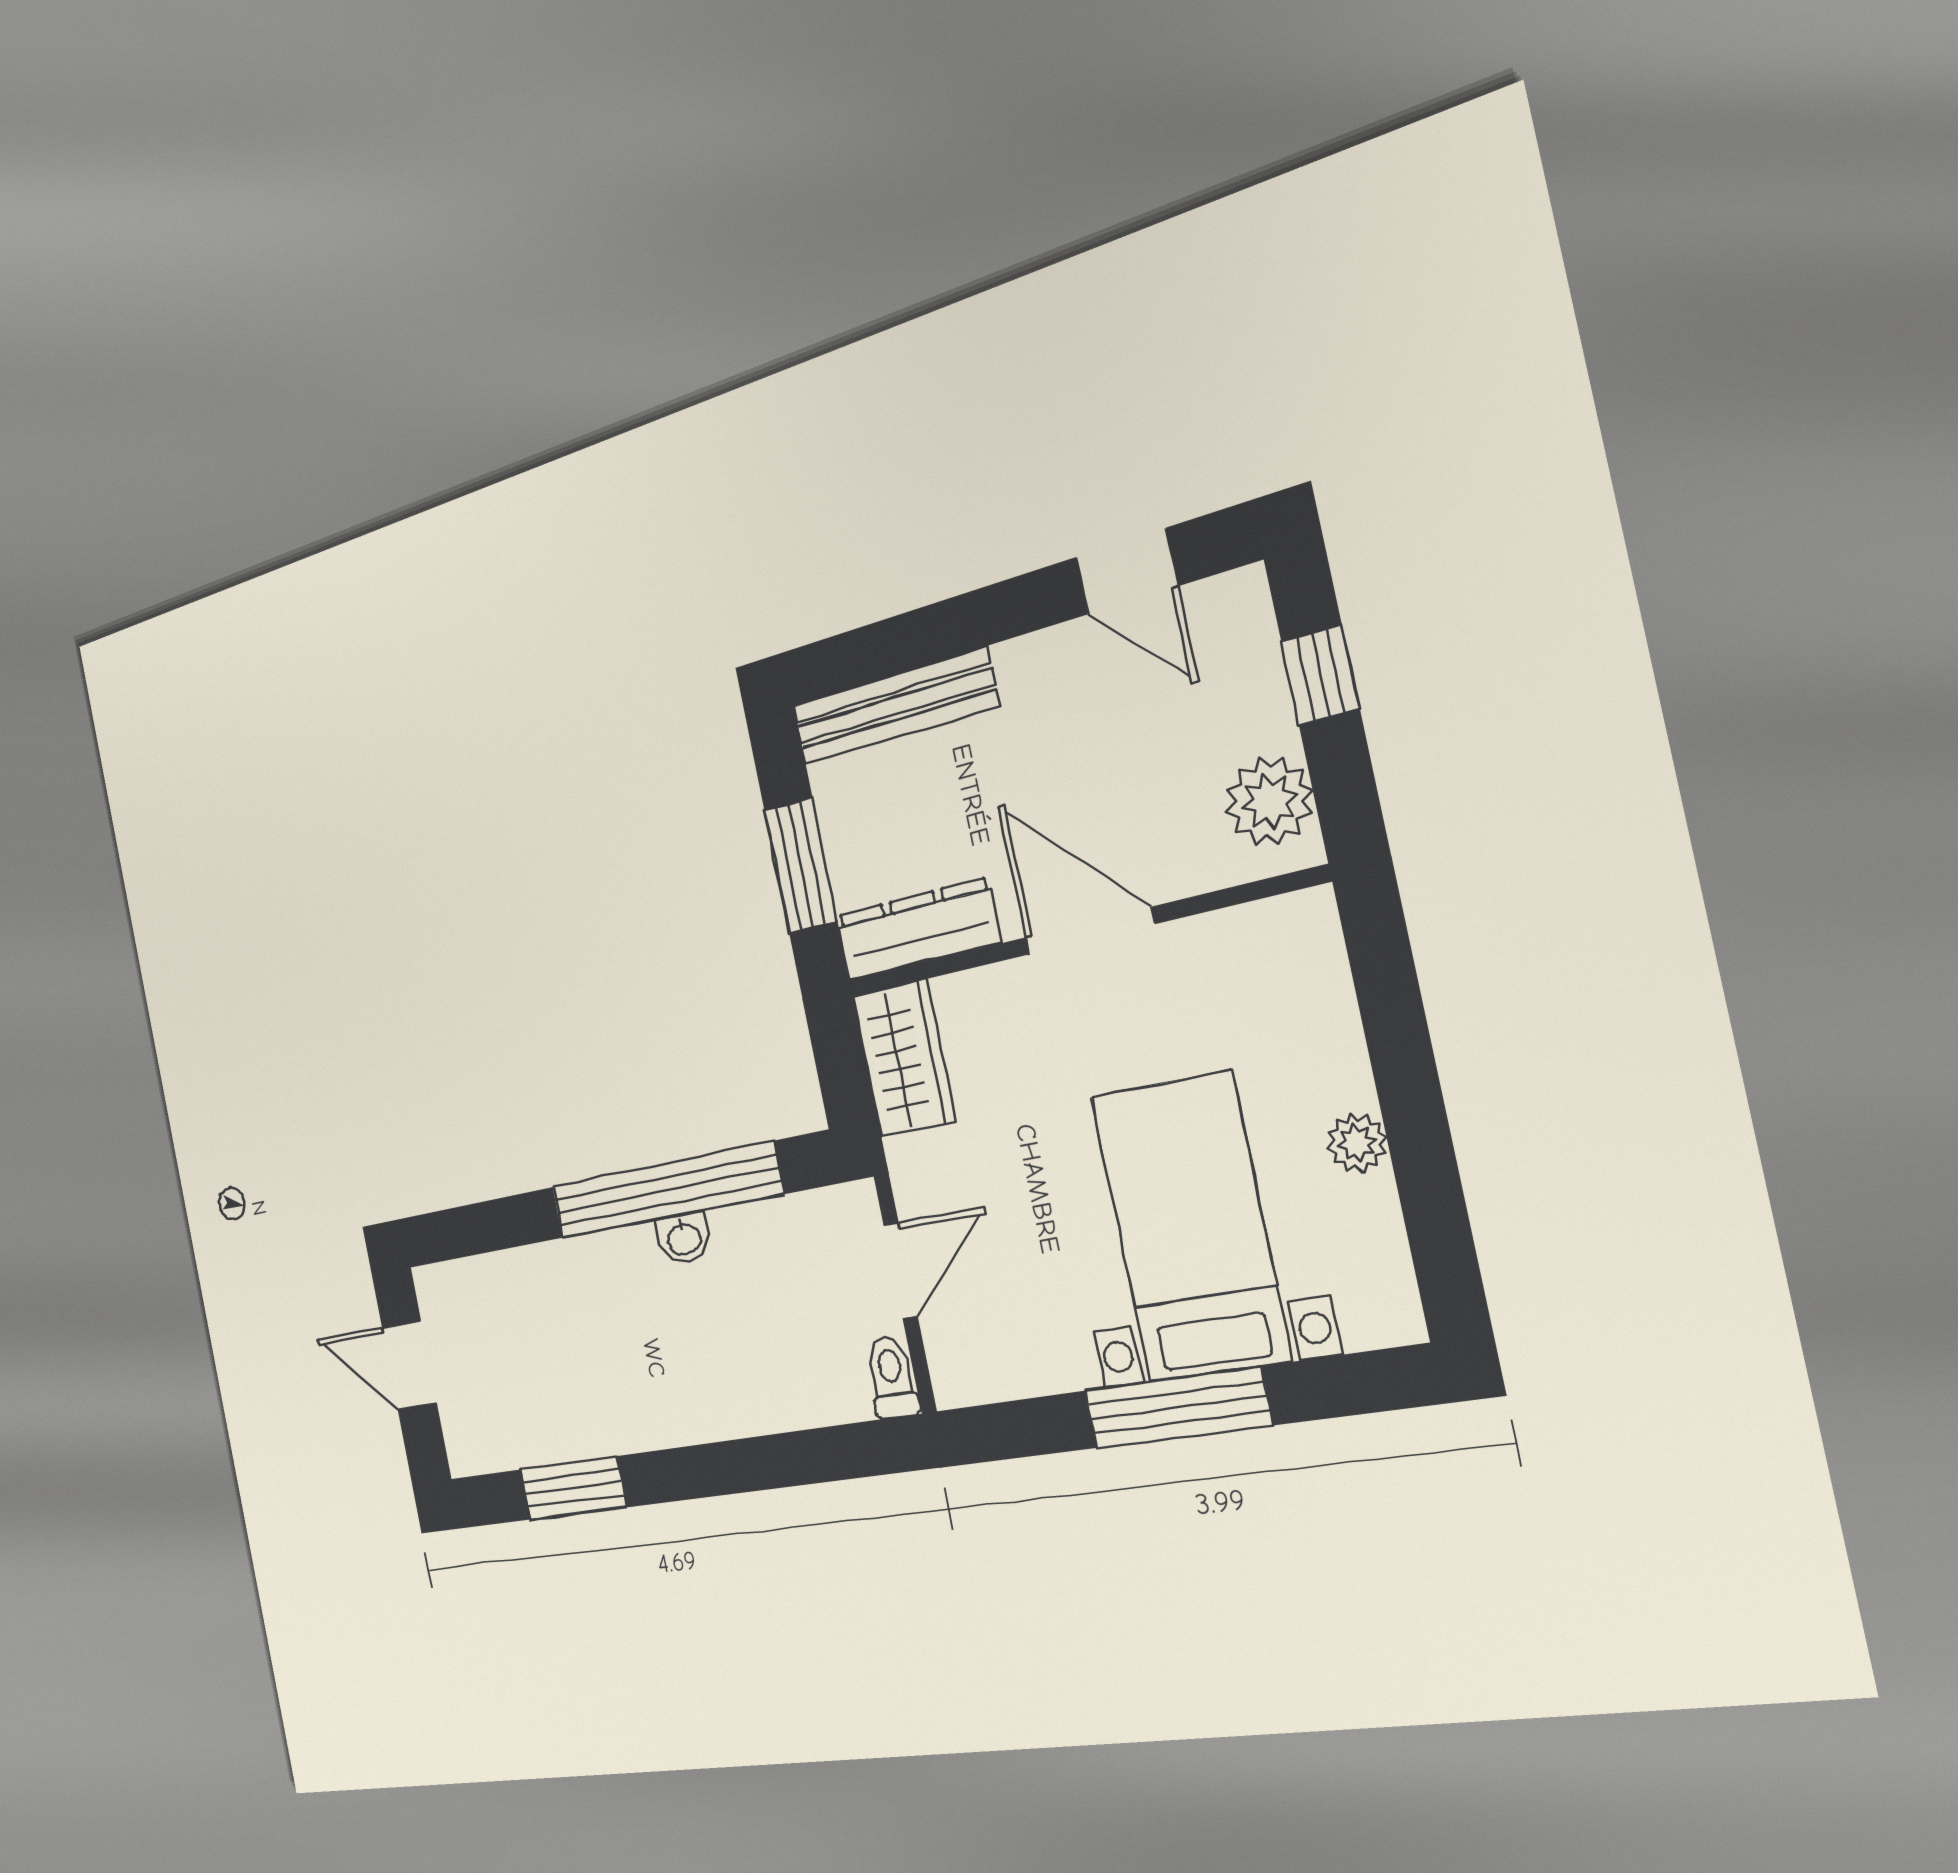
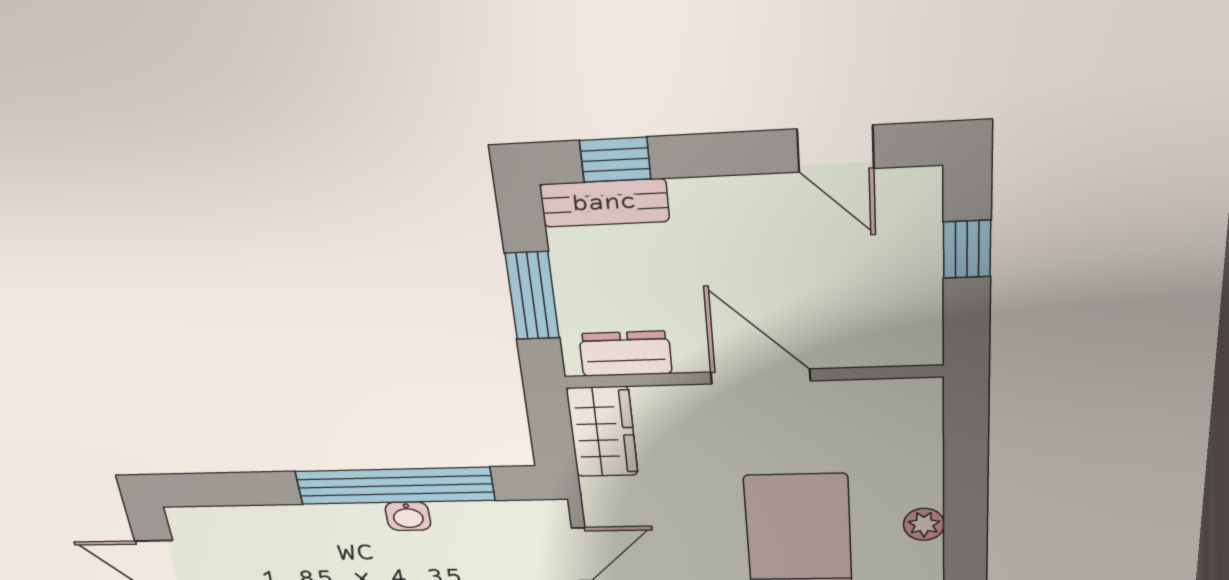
window: (874, 652) -> (615, 160), added
bench: (894, 706) -> (604, 203), width x0.73
plant: (1269, 801) -> (911, 320), removed
dresser: (918, 929) -> (625, 354), width x0.70

